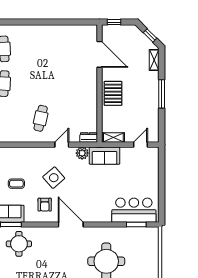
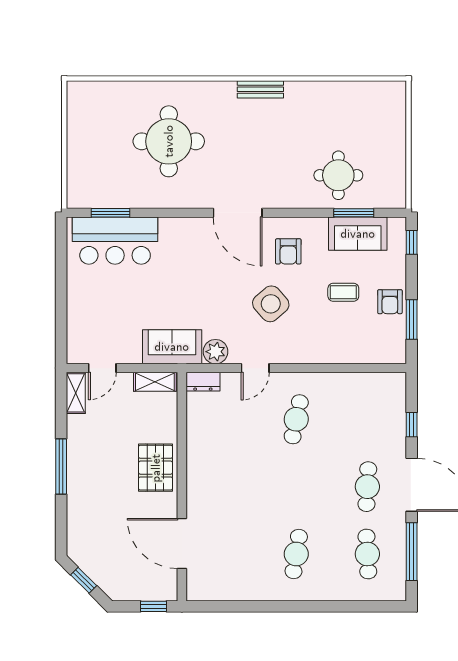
cafe table: (41, 49) -> (296, 554), added
shelving: (154, 60) -> (76, 393), moved
armchair: (45, 205) -> (288, 251), turned 180

